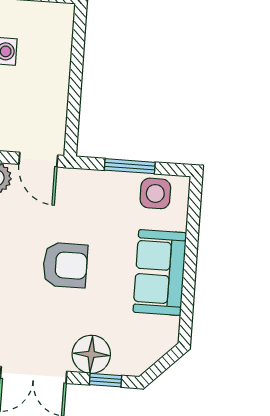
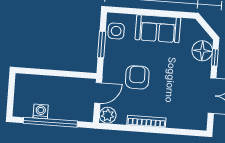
armchair: (65, 265) -> (137, 77), moved
floor lamp: (91, 354) -> (202, 51), moved

